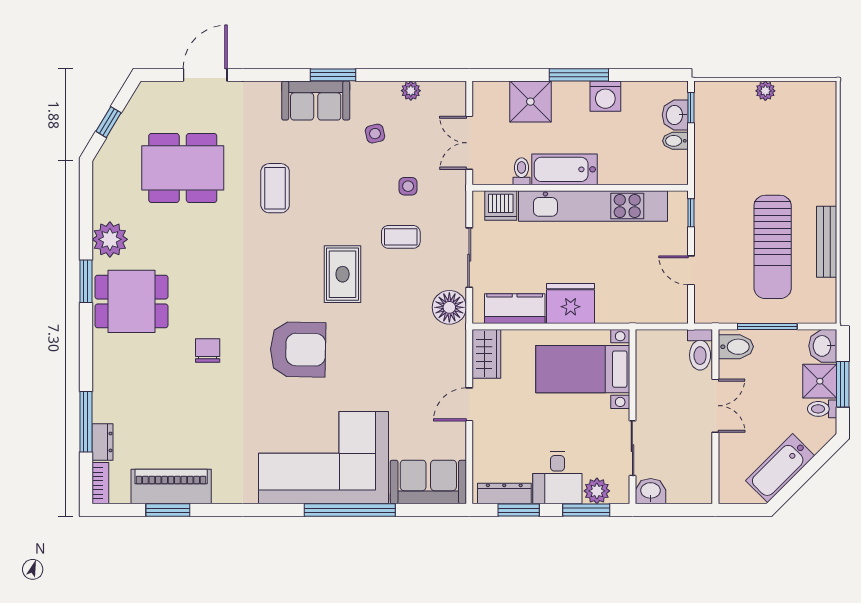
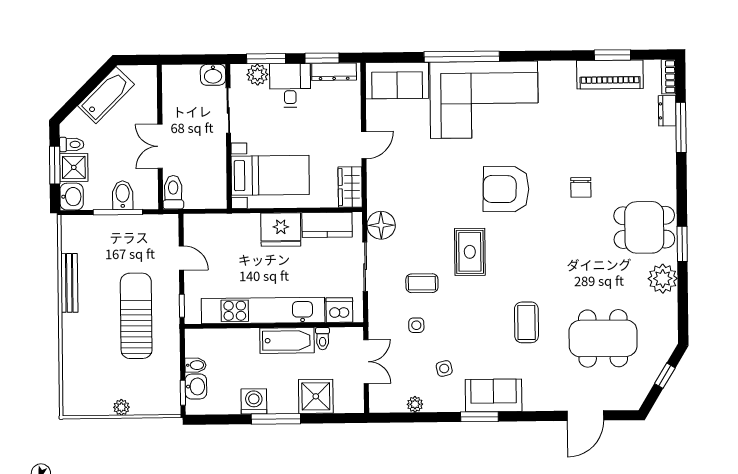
sun lounger: (773, 247) -> (136, 316), moved
bidet: (736, 347) -> (123, 195), moved, turned 90

